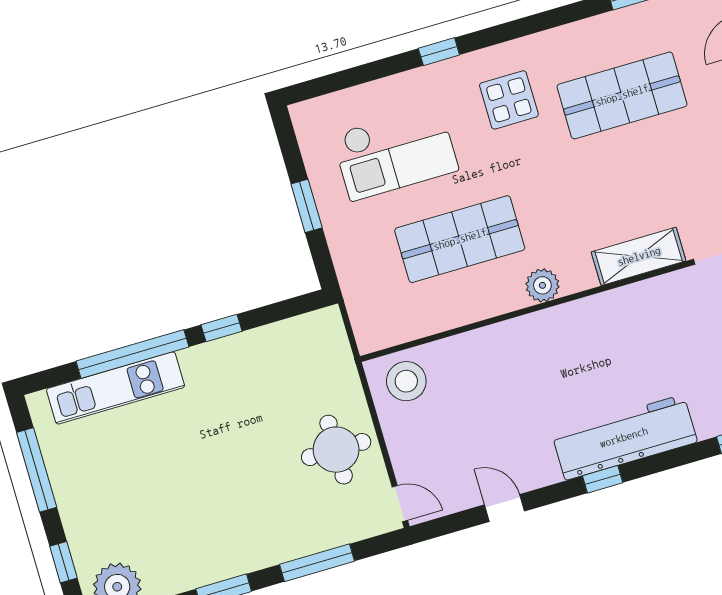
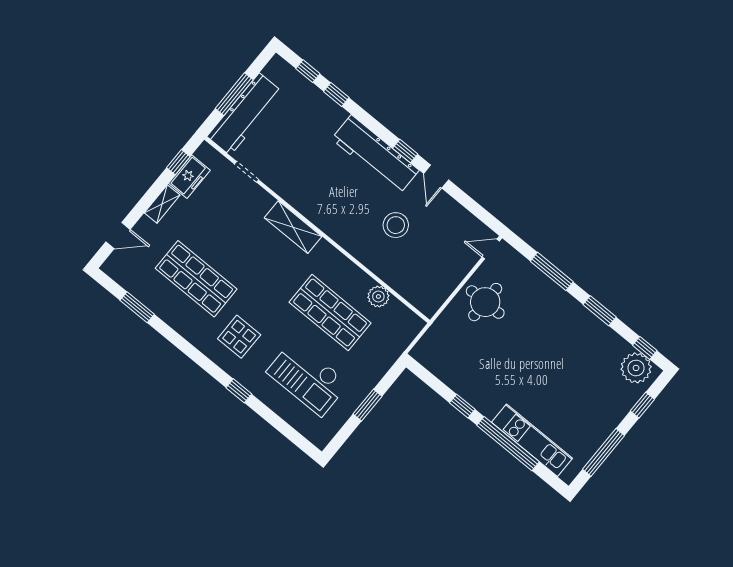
checkout: (395, 153) -> (308, 378), turned 180
shelving: (639, 256) -> (293, 227), moved
plant: (542, 285) -> (378, 297), moved
stool: (406, 381) -> (396, 225), moved
door: (400, 504) -> (491, 249), hinge flipped
door: (505, 508) -> (436, 177), moved

